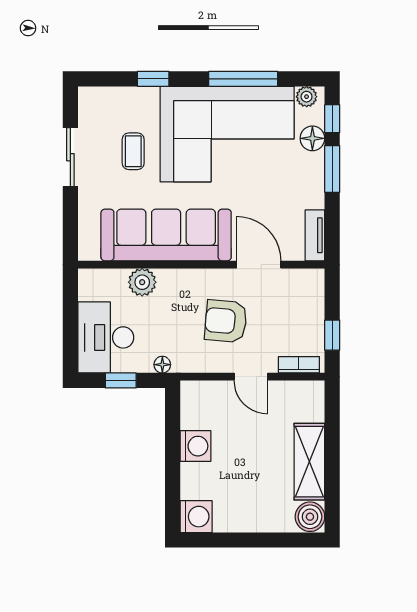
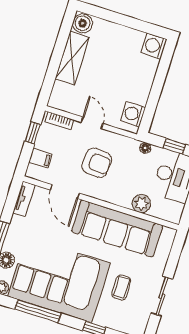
filing cabinet: (310, 302) -> (40, 158), added
washing machine: (195, 446) -> (133, 114), moved

